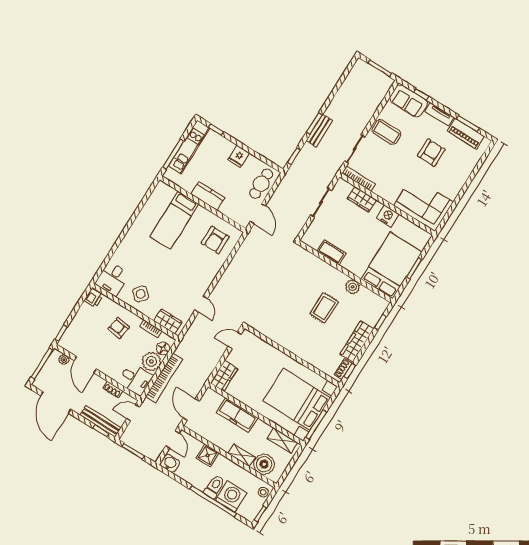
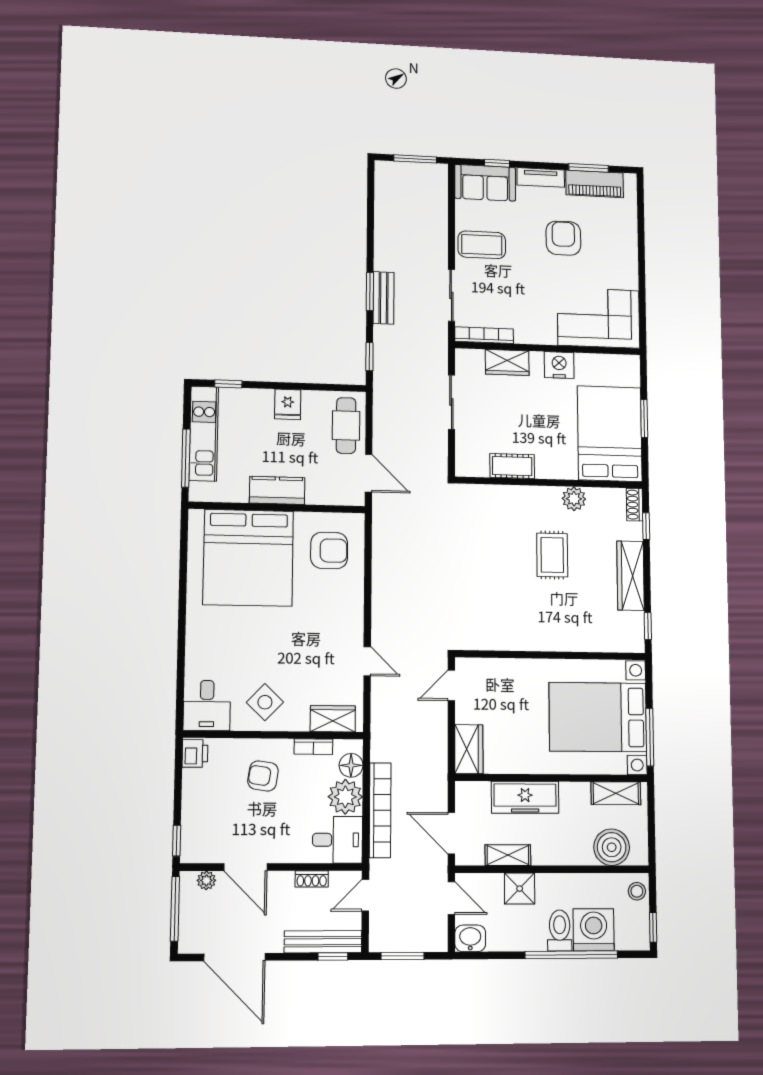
bed: (174, 220) -> (248, 558), width x2.04
armchair: (215, 240) -> (329, 550), turned -90
shoe rack: (343, 369) -> (635, 505), moved
shelving: (241, 455) -> (508, 855), moved

